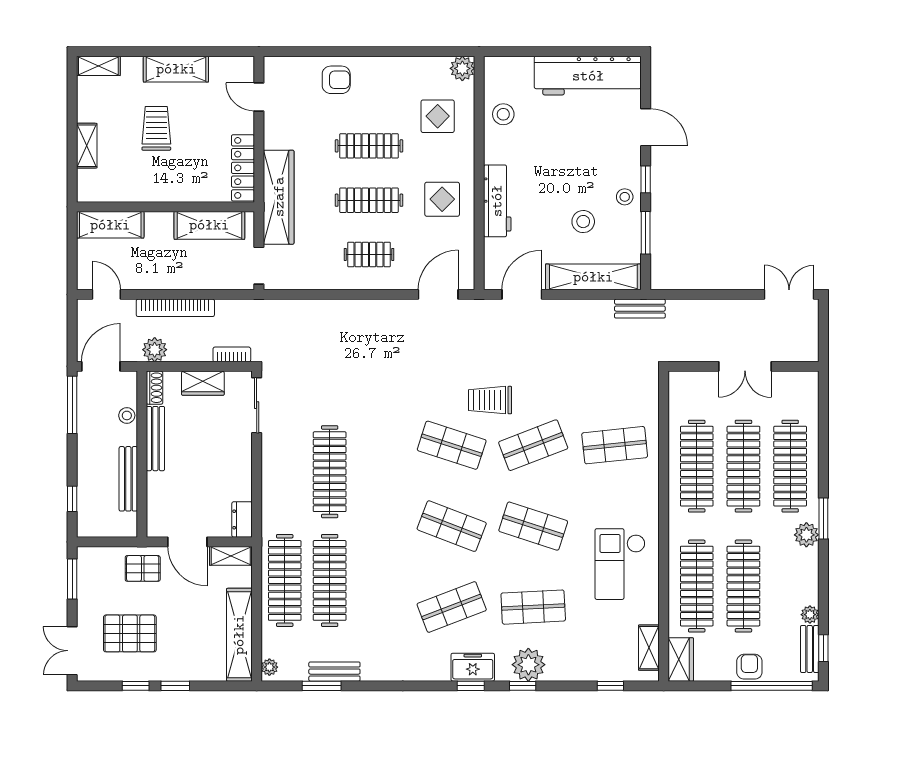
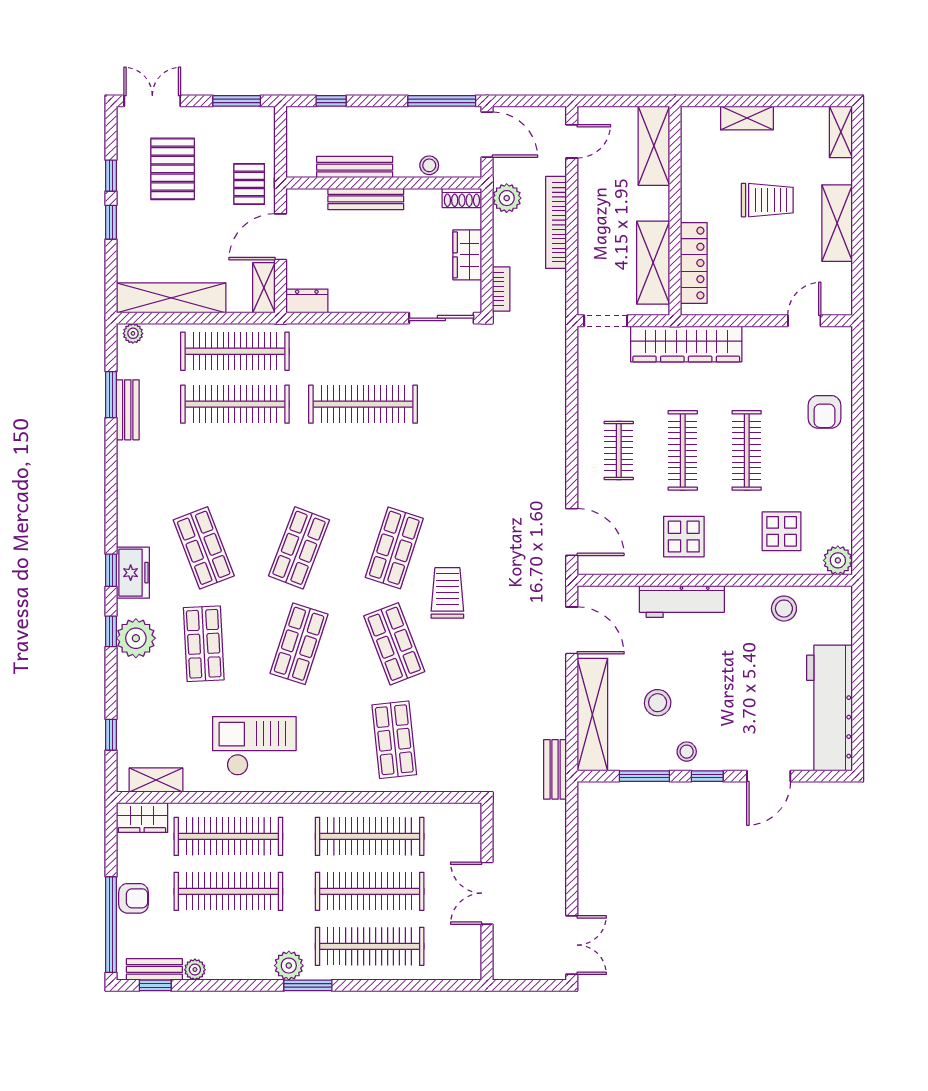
locker: (243, 168) -> (694, 263), moved, turned 90
bench: (155, 439) -> (366, 199), moved

